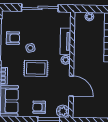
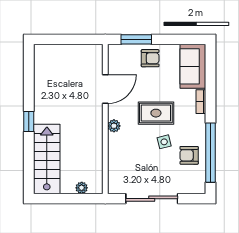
tv unit: (65, 41) -> (115, 152), removed
door: (71, 86) -> (105, 89), swing flipped
plant: (63, 111) -> (117, 53), removed

